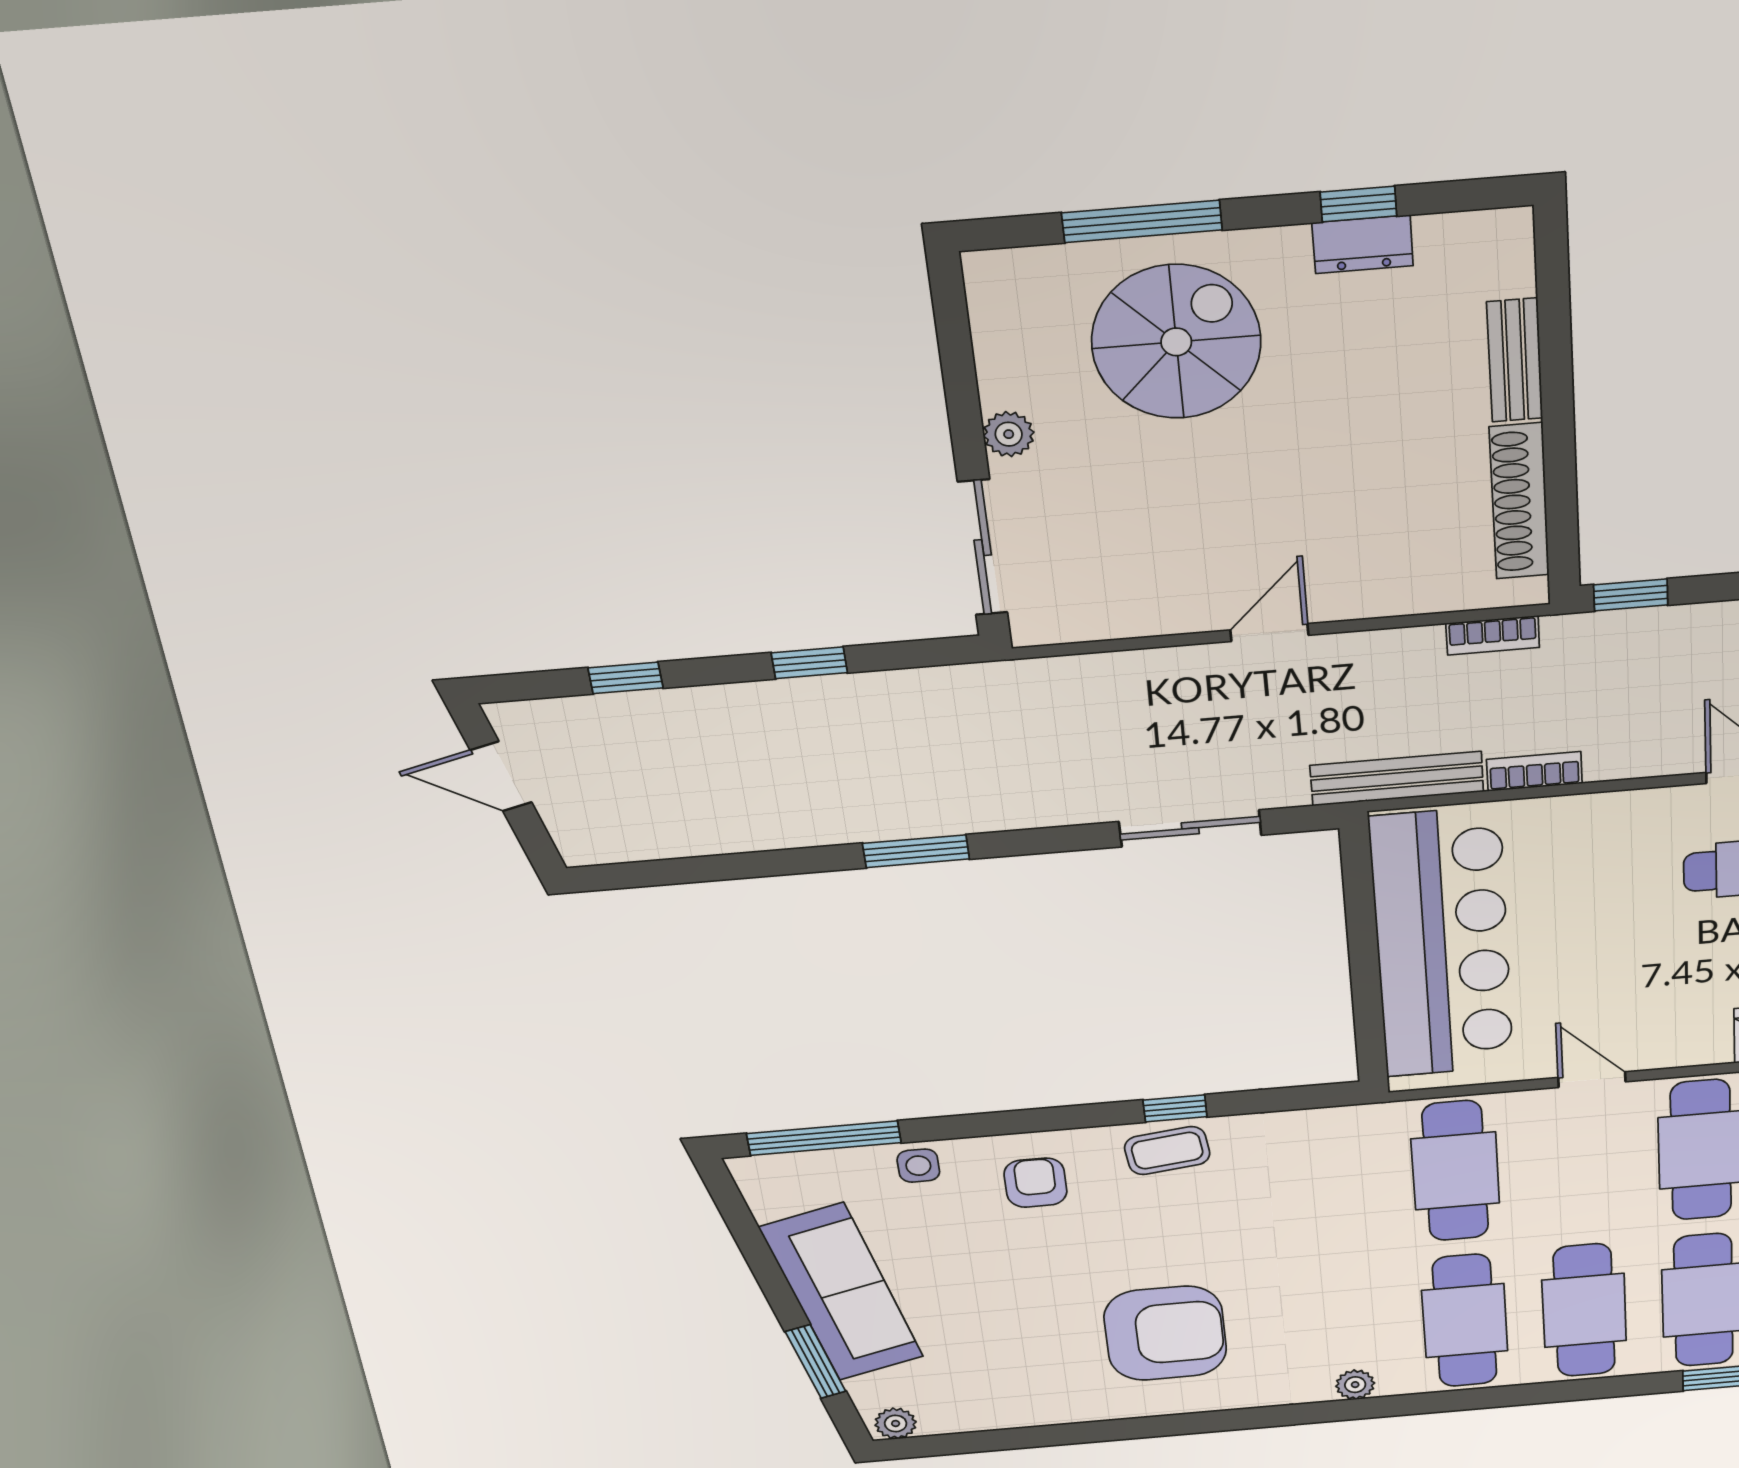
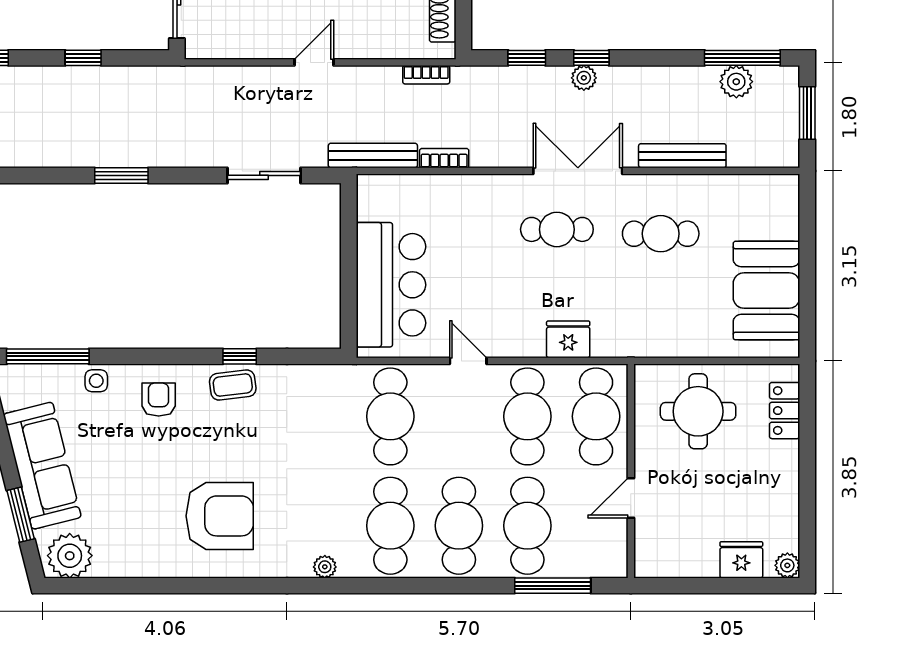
window: (1631, 595) -> (527, 58), moved
bar counter: (1442, 944) -> (391, 285), width x0.73
plant: (896, 1423) -> (70, 556), width x1.88, depth x1.88

